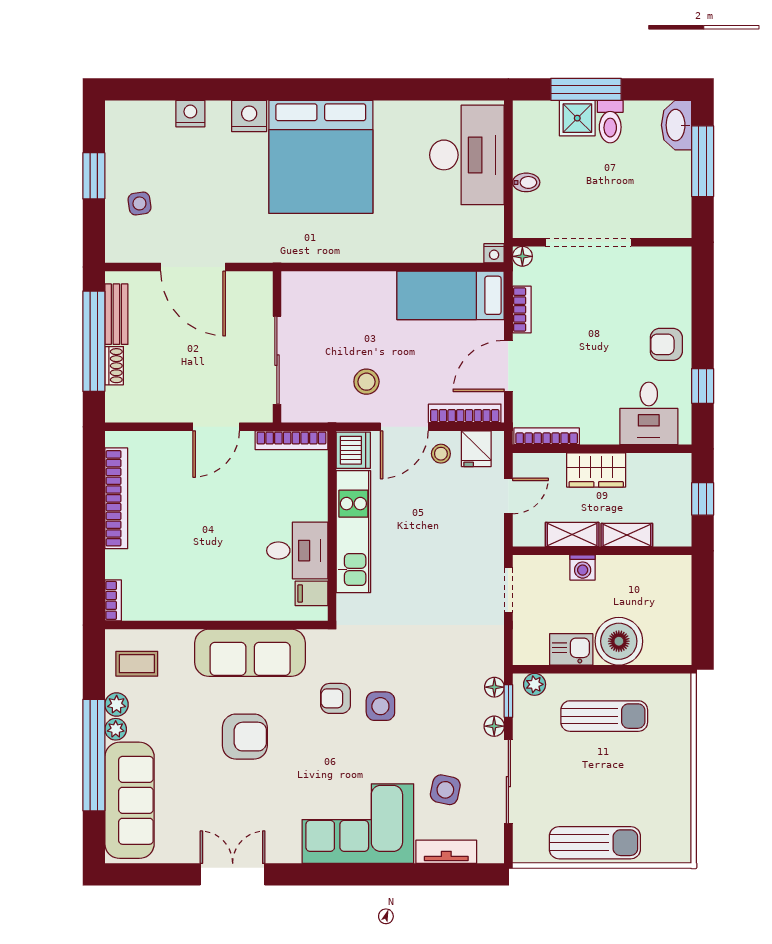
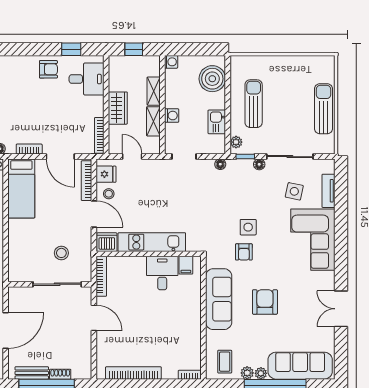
armchair: (666, 344) -> (48, 69), turned -90
stool: (366, 382) -> (61, 253), moved
washing machine: (680, 567) -> (171, 62), added
boiler: (619, 641) -> (212, 79), moved
floor lamp: (494, 687) -> (220, 164), moved

